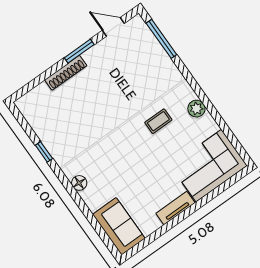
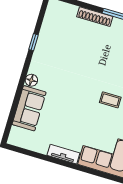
sofa: (119, 226) -> (29, 108), moved

